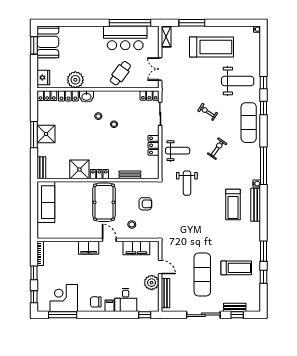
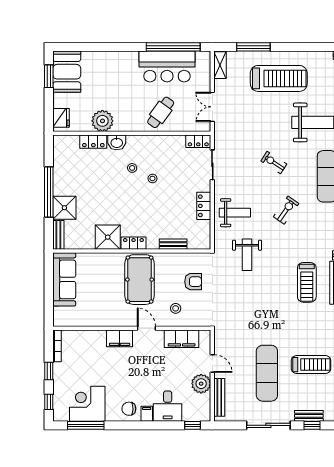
locker: (47, 96) -> (66, 141), removed
shower: (46, 134) -> (64, 208), moved
window: (34, 135) -> (49, 192), width x1.46

